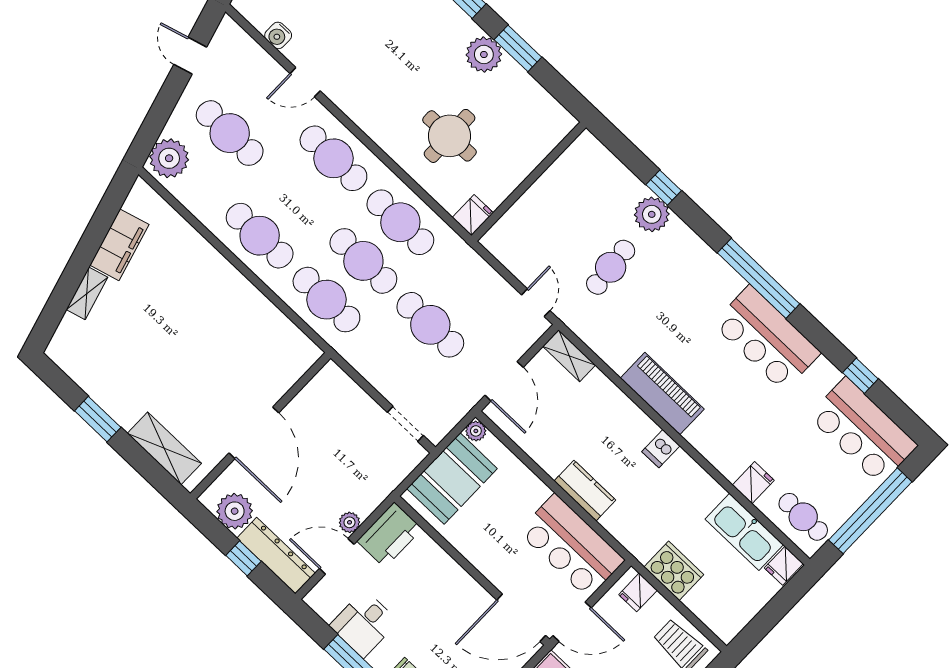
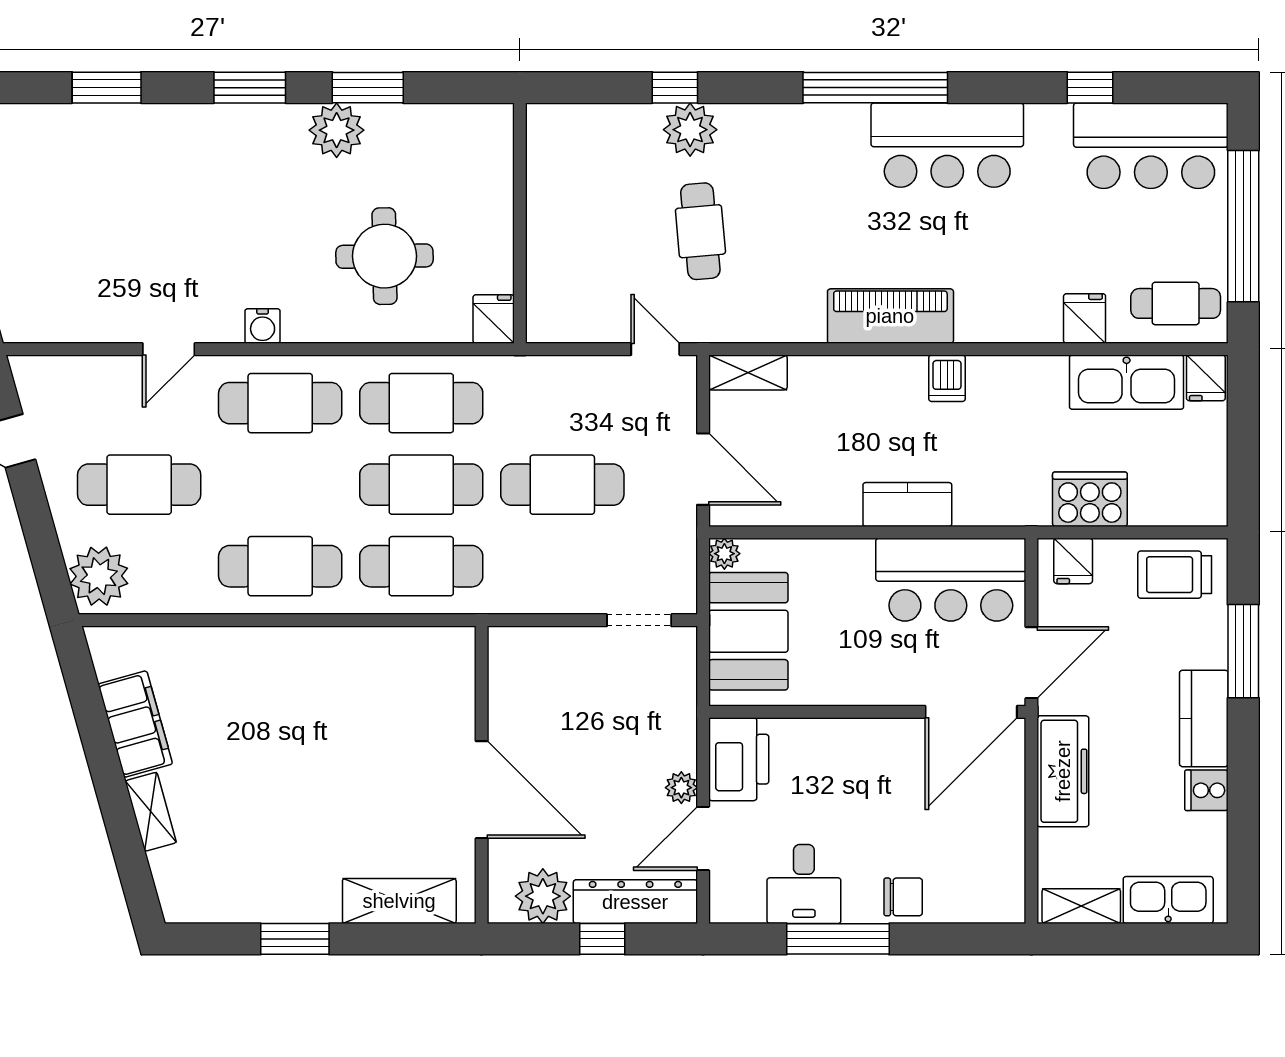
water cooler: (278, 35) -> (263, 326), moved

